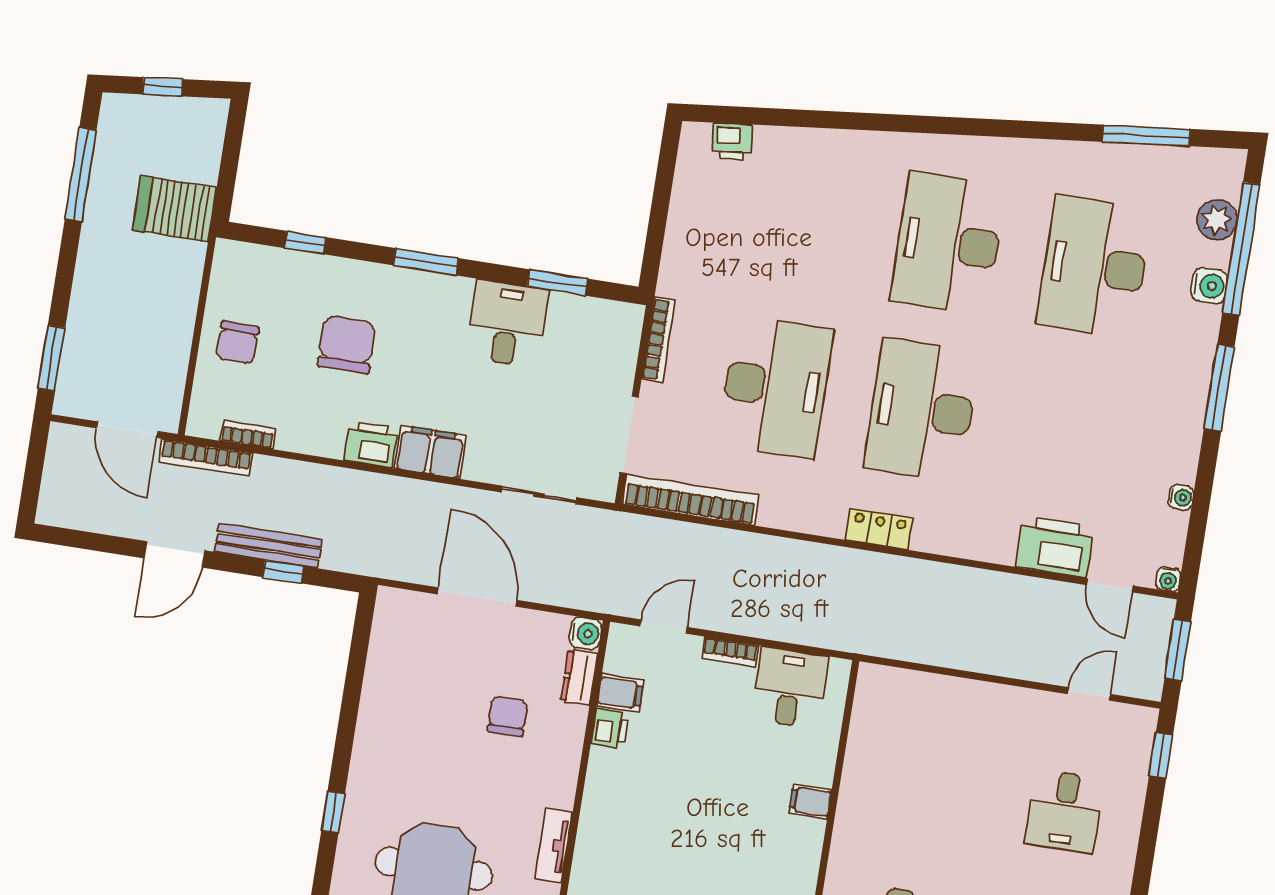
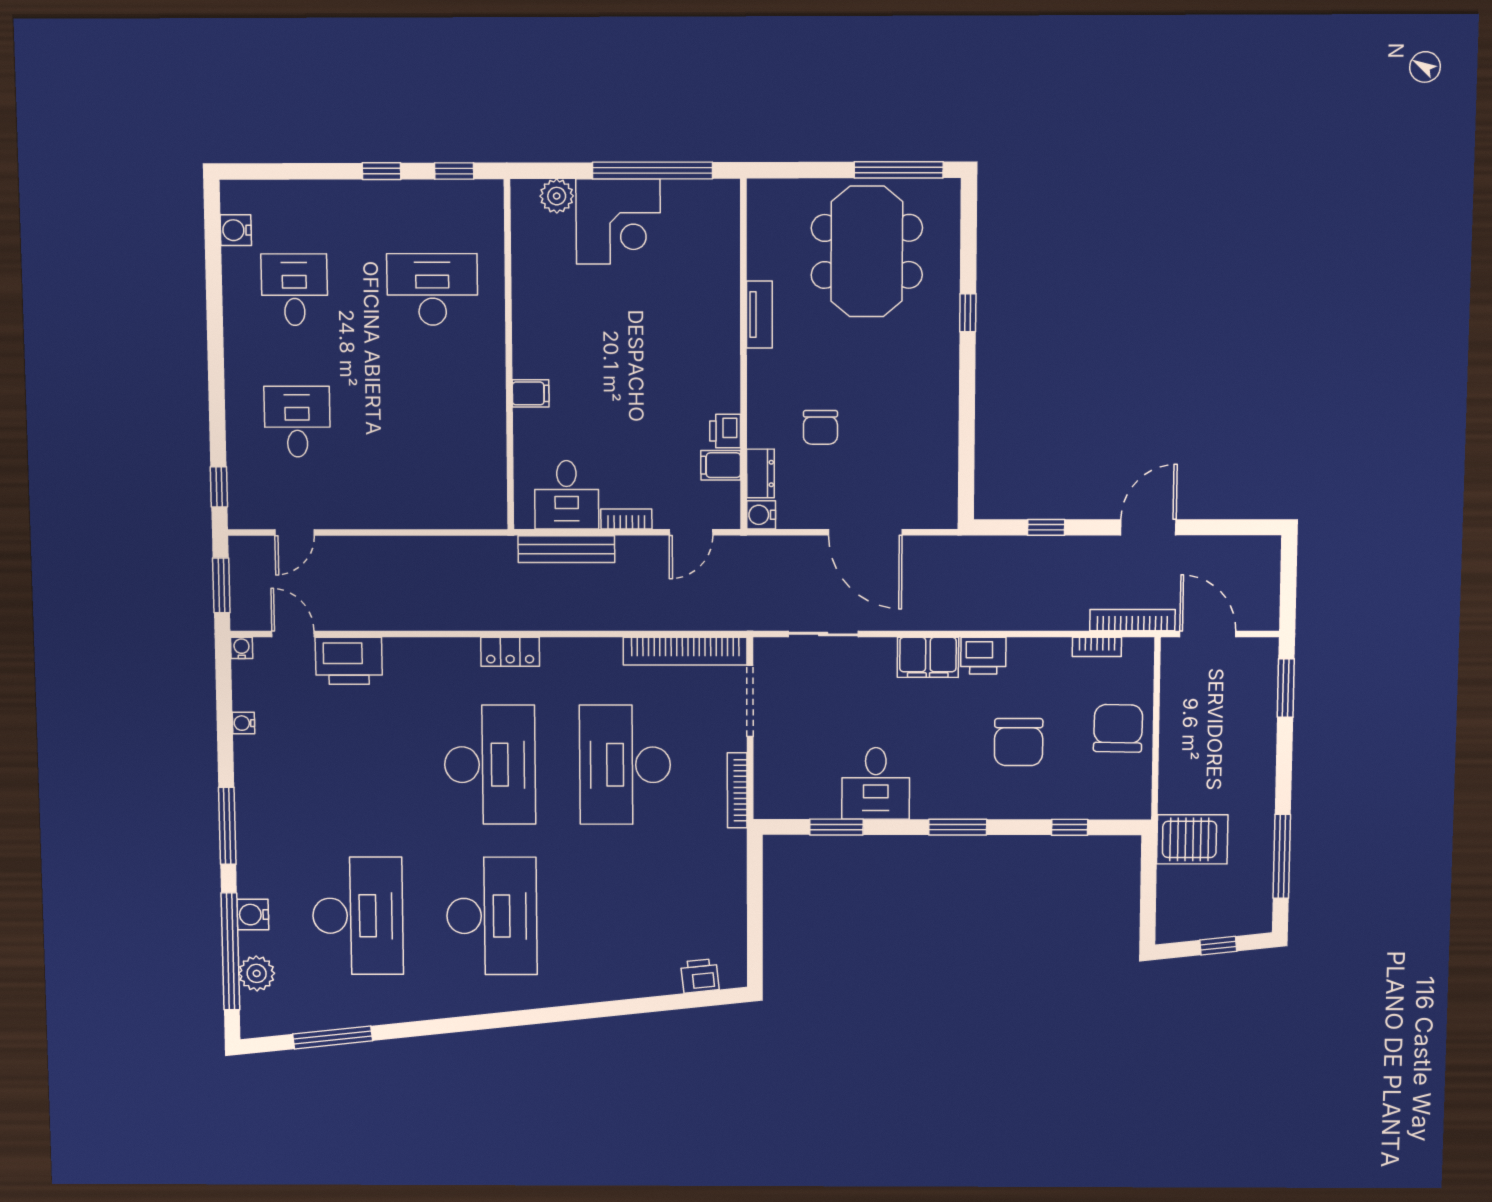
chair: (237, 343) -> (1118, 728), width x1.37, depth x1.37
bench: (268, 546) -> (566, 549), moved

